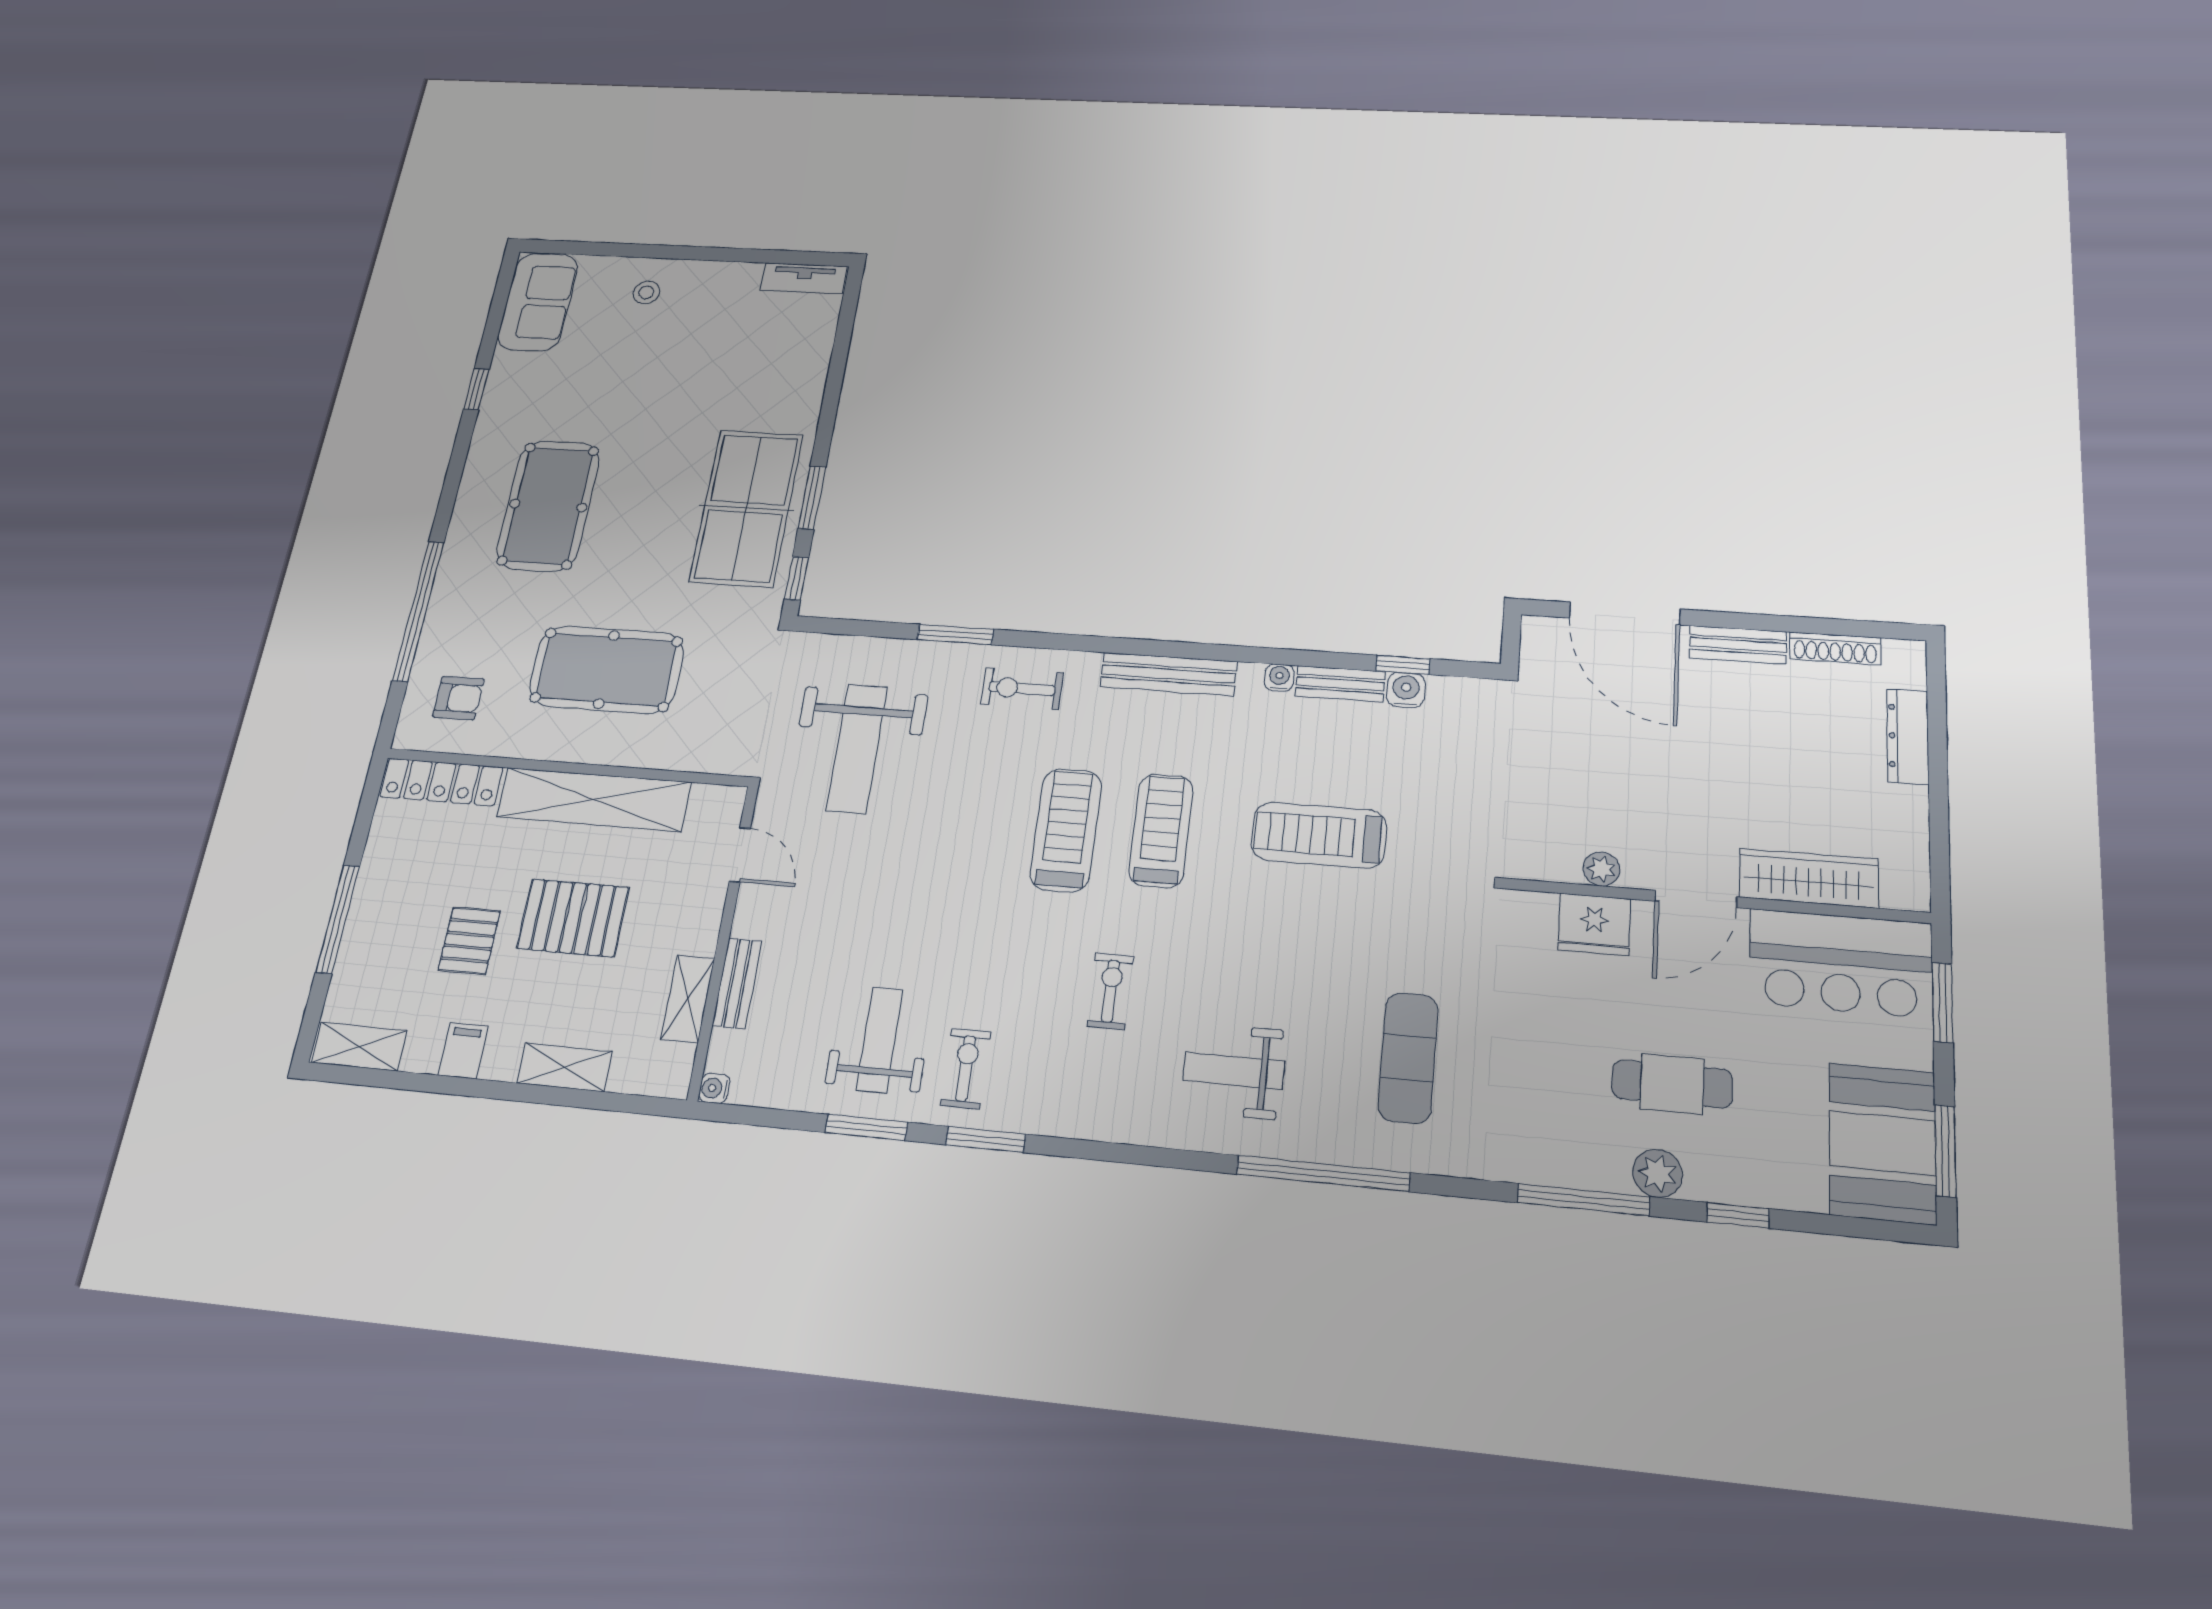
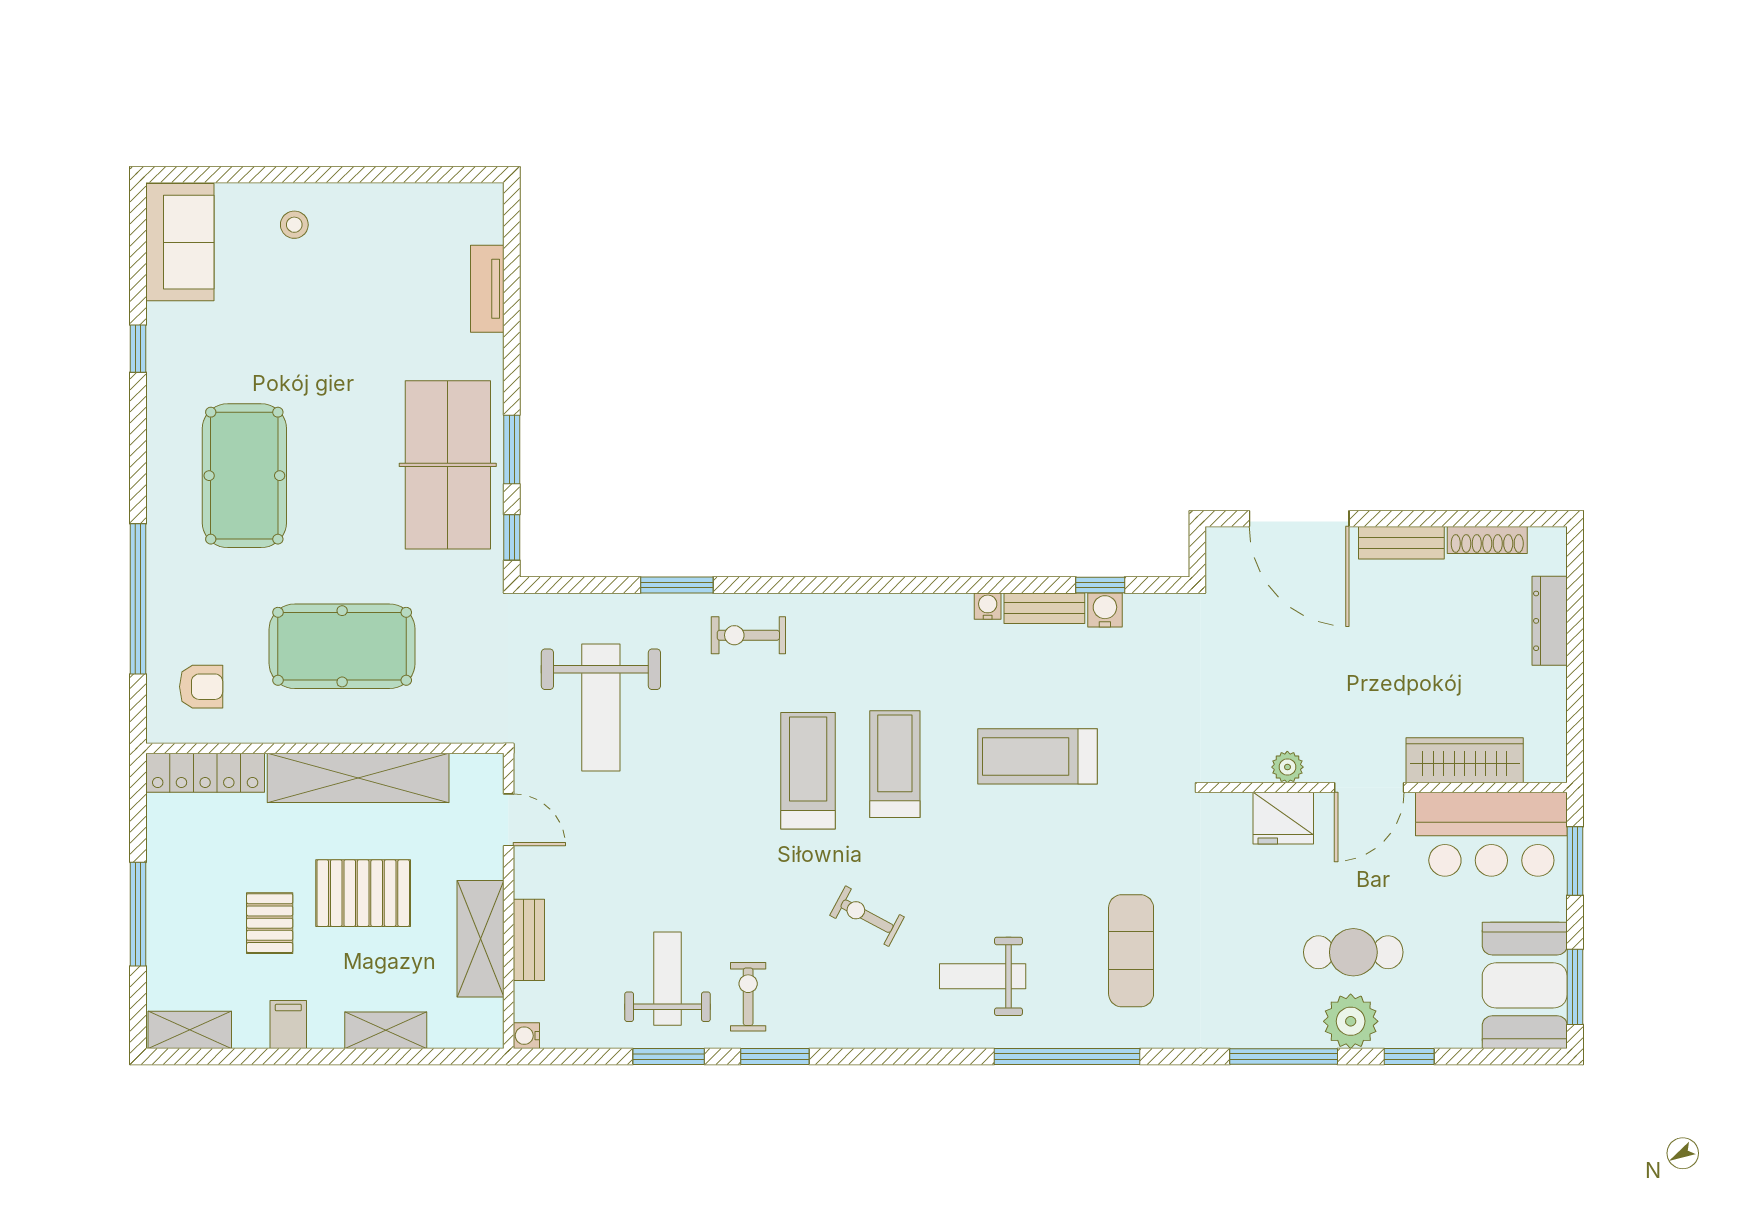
tv unit: (804, 278) -> (487, 289), moved, turned 90
bench: (1168, 674) -> (884, 610), removed
exercise bike: (1110, 991) -> (867, 916), turned -62
shelving: (688, 999) -> (481, 939), width x1.50, depth x1.33
plant: (1658, 1173) -> (1351, 1021), width x1.36, depth x1.36

